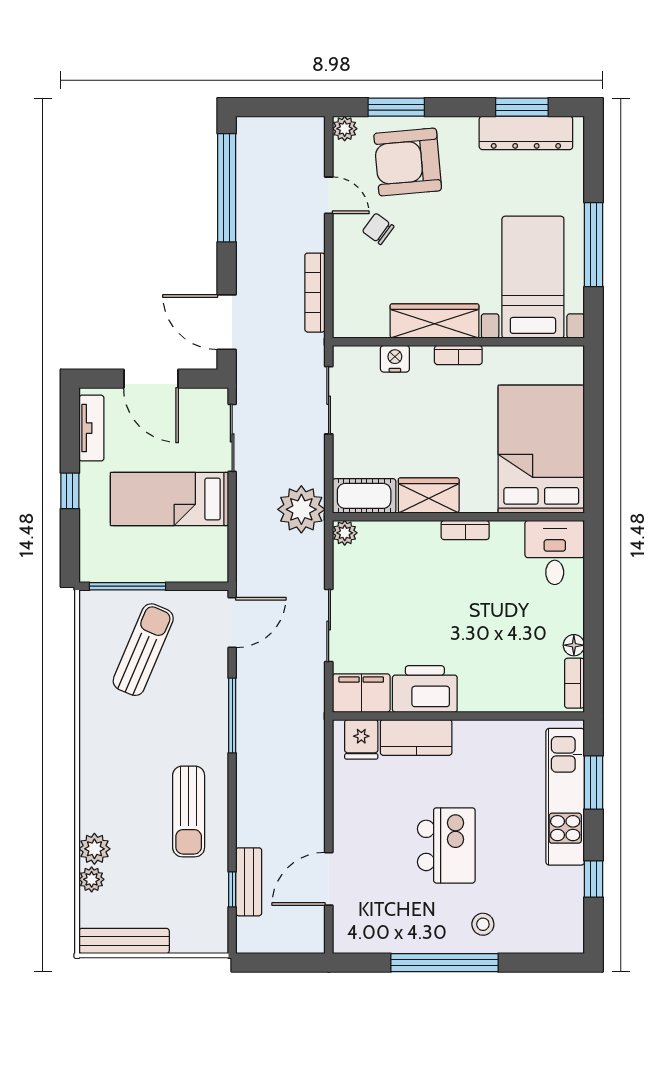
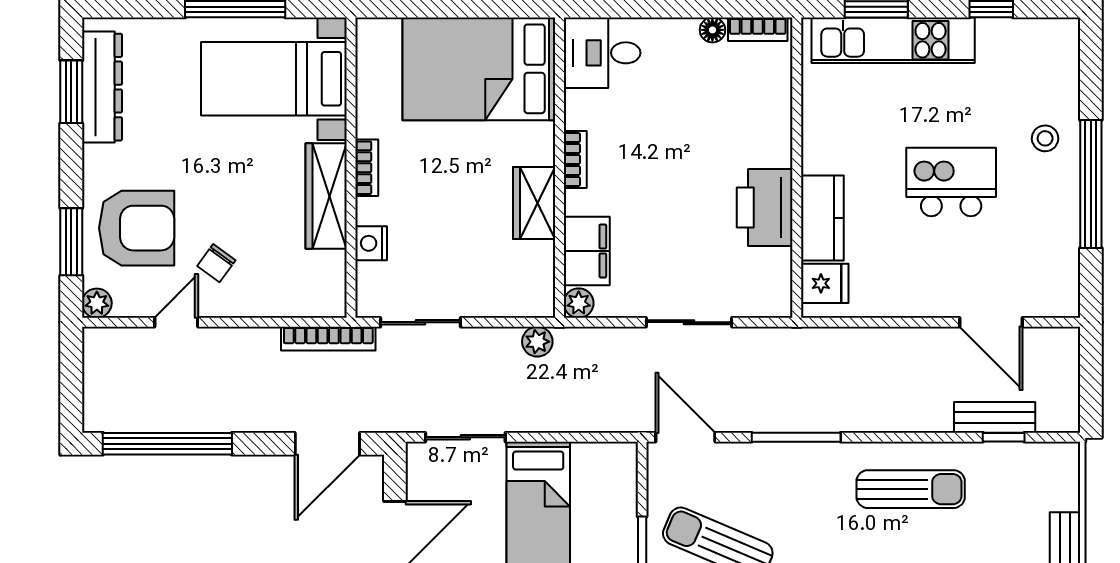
armchair: (408, 162) -> (137, 228), turned -85
bookcase: (315, 293) -> (328, 339), moved
cot: (364, 496) -> (535, 280), removed
plant: (301, 509) -> (537, 342), width x0.53, depth x0.53
filing cabinet: (361, 693) -> (587, 251), moved, turned 180

